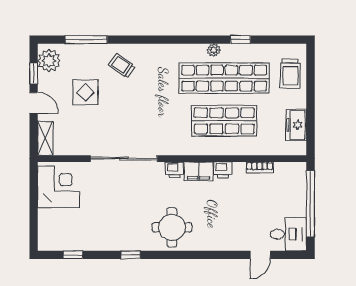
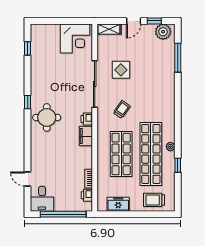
trolley: (122, 66) -> (122, 109), moved
display table: (85, 92) -> (121, 70), moved
printer: (223, 170) -> (87, 195), moved
window: (131, 255) -> (28, 102), moved

